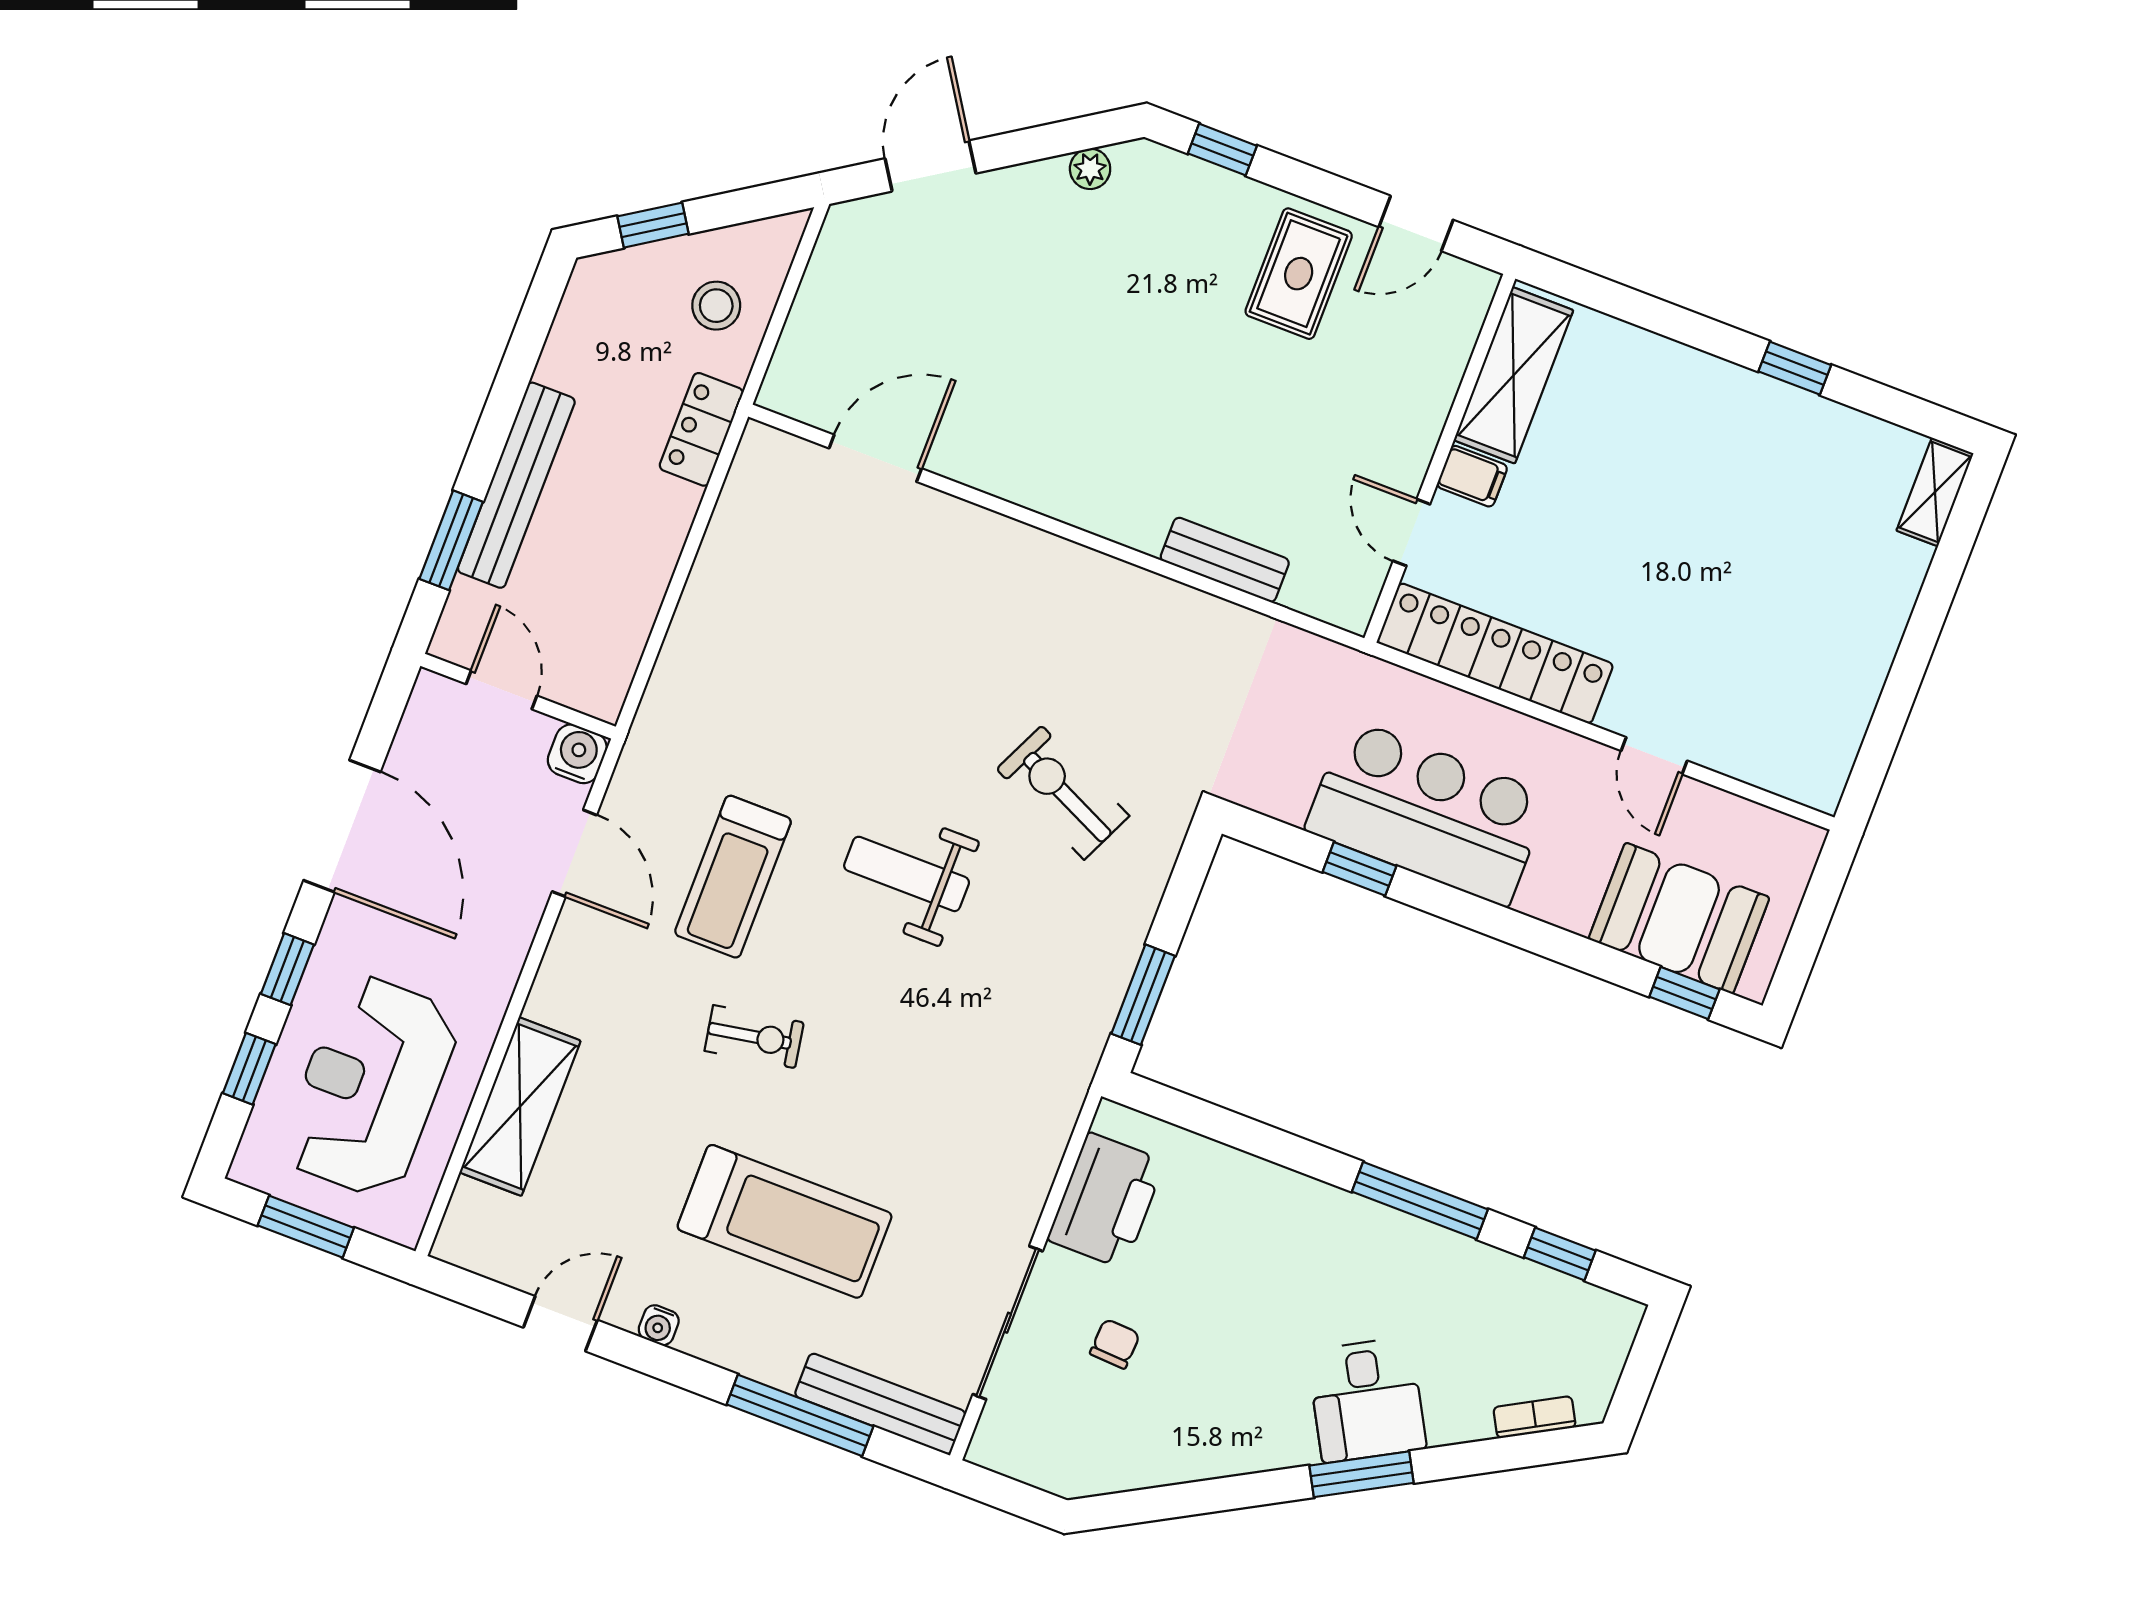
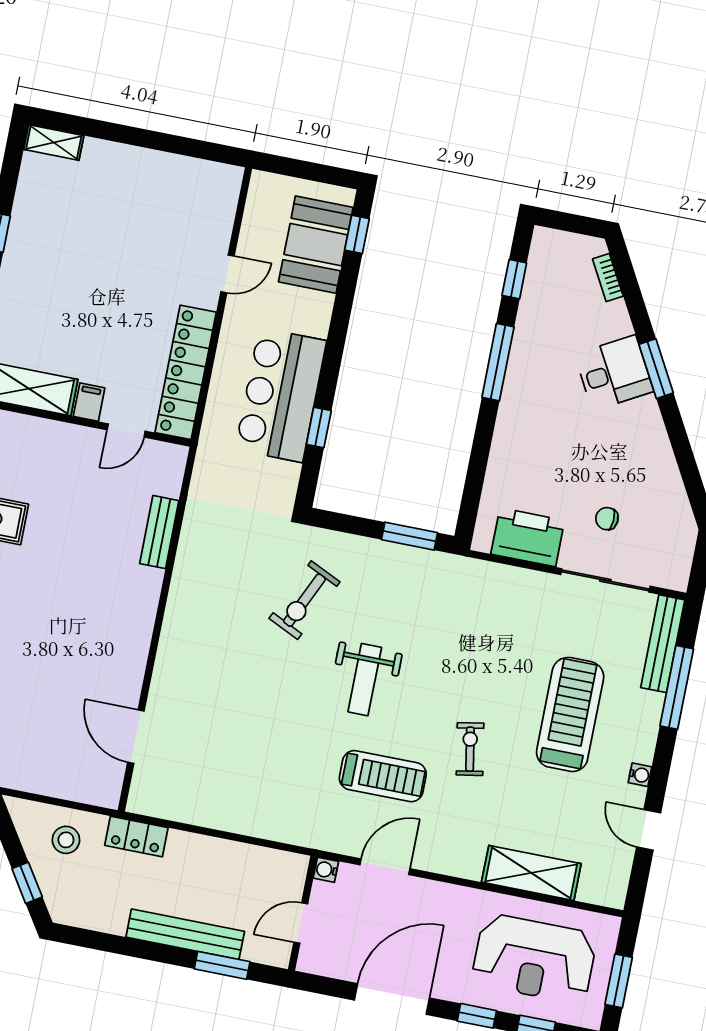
water cooler: (577, 754) -> (326, 870), width x0.72, depth x0.72

